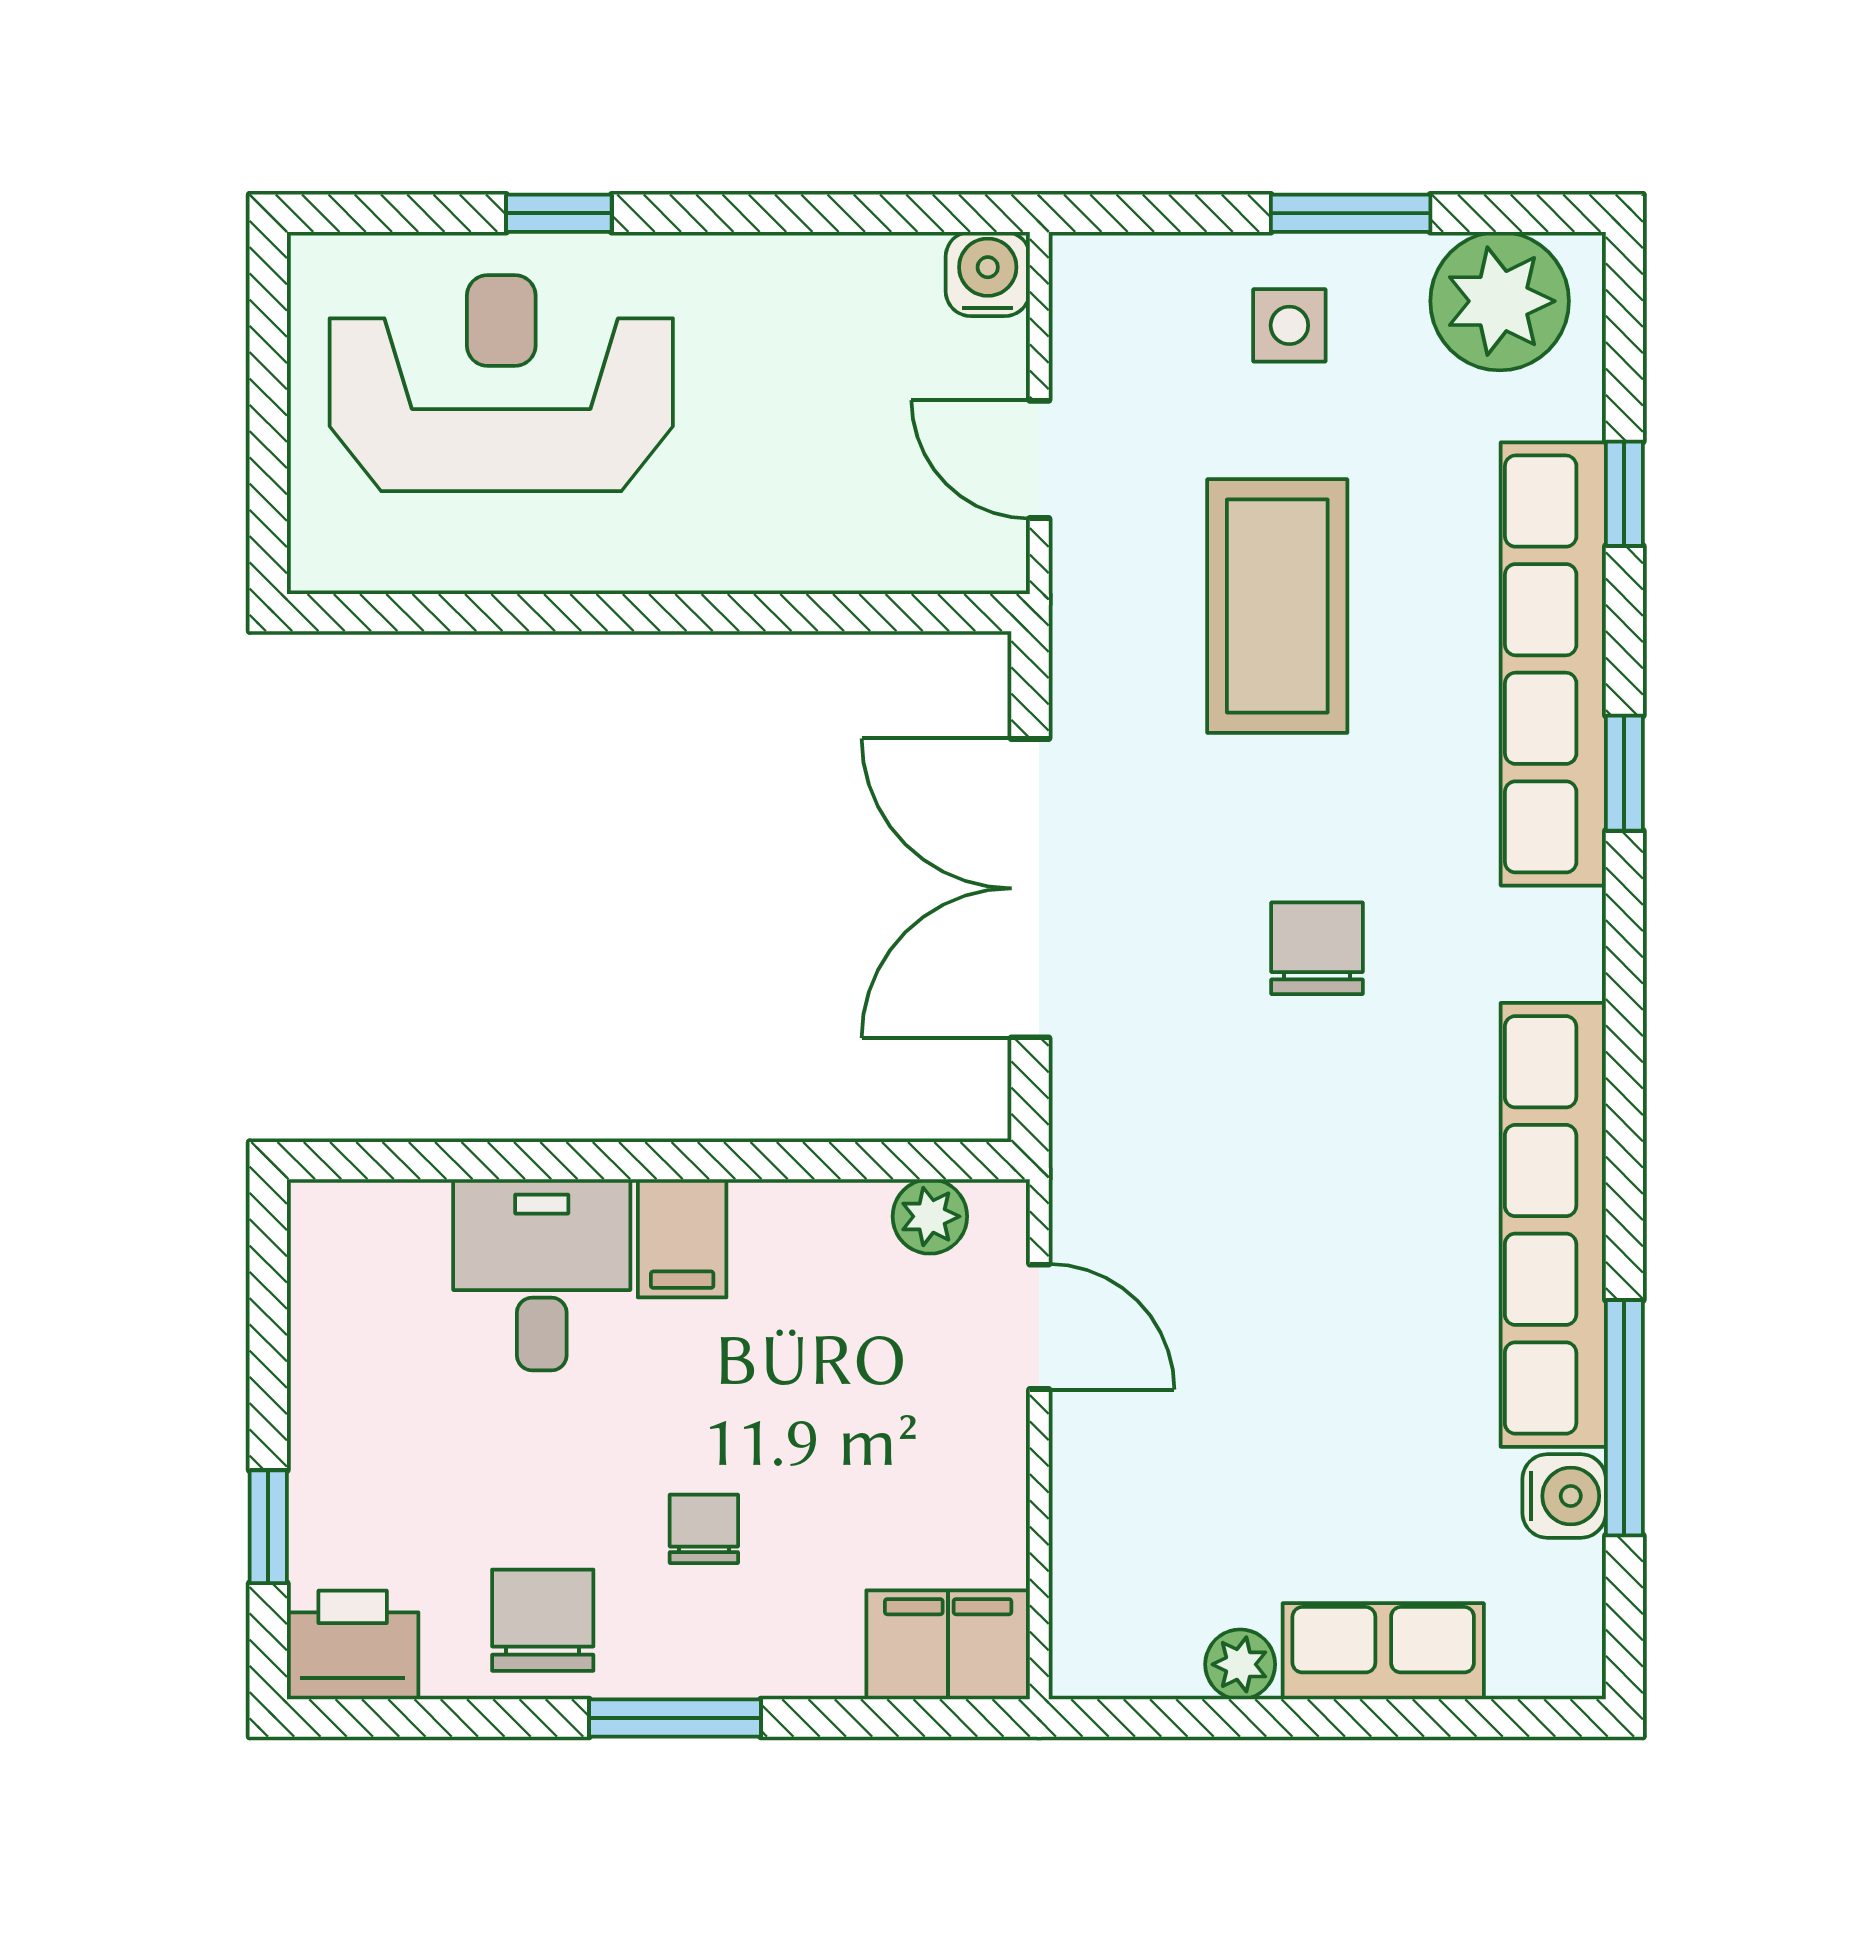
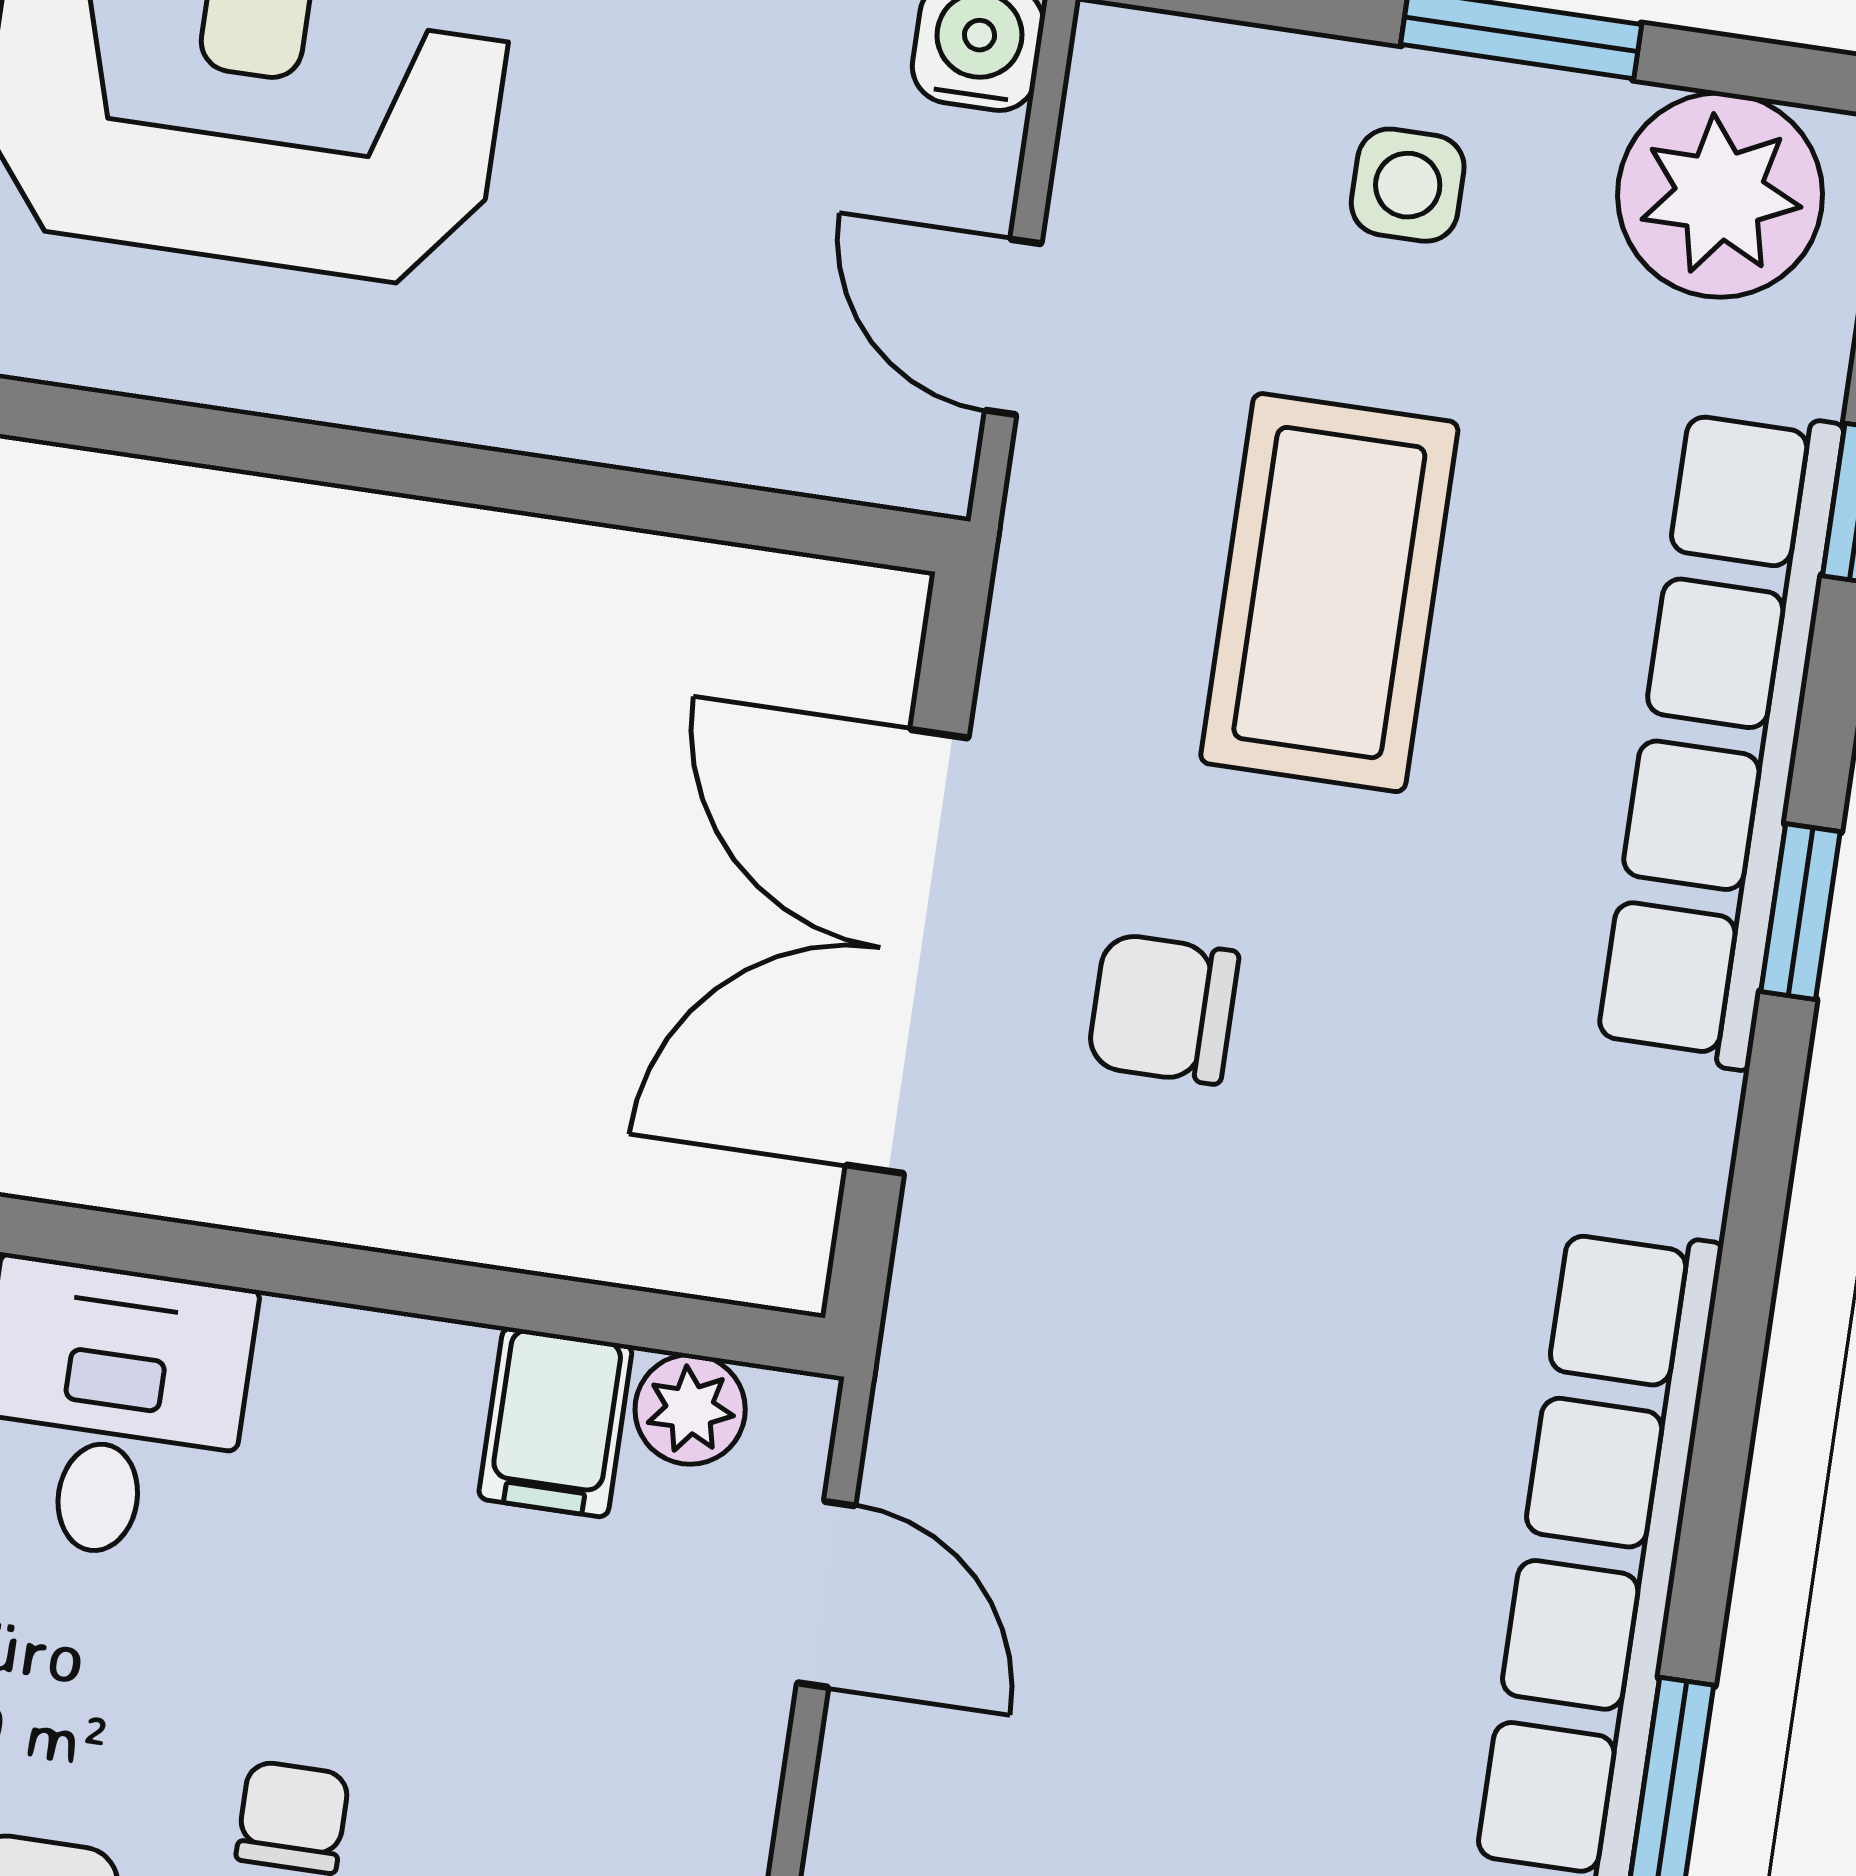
chair: (1317, 948) -> (1163, 1009), moved, turned -90
filing cabinet: (682, 1238) -> (555, 1422), moved

